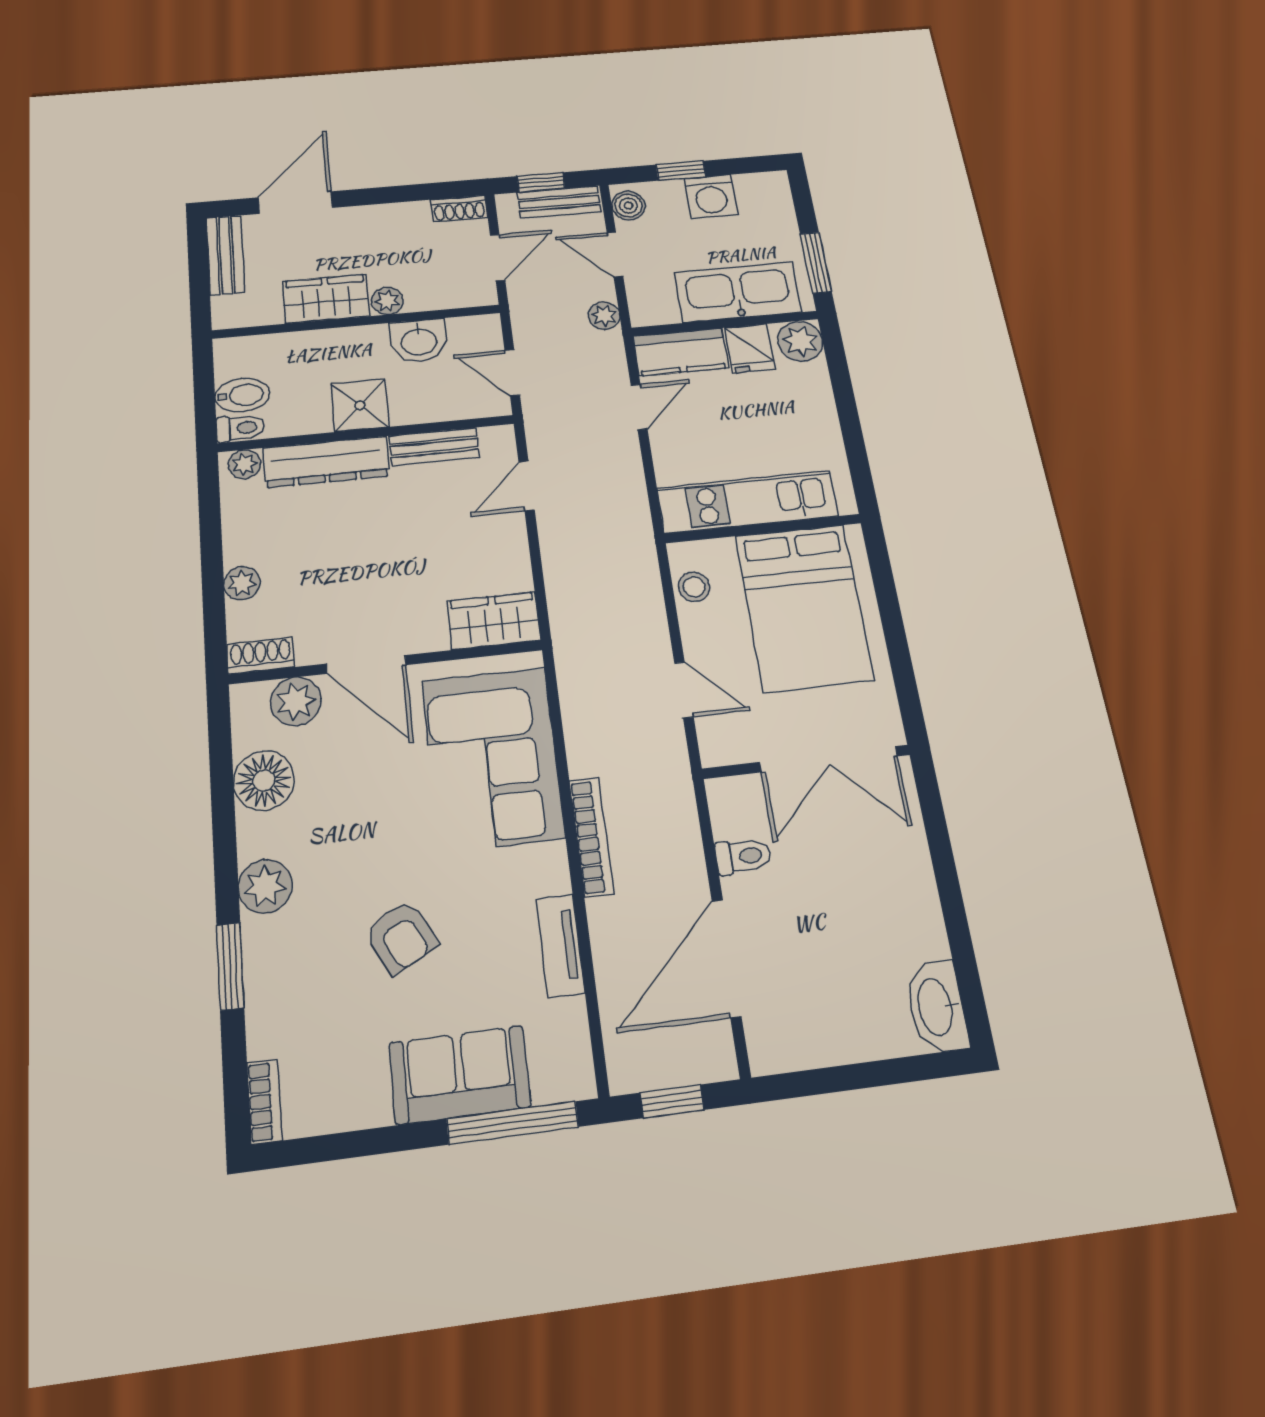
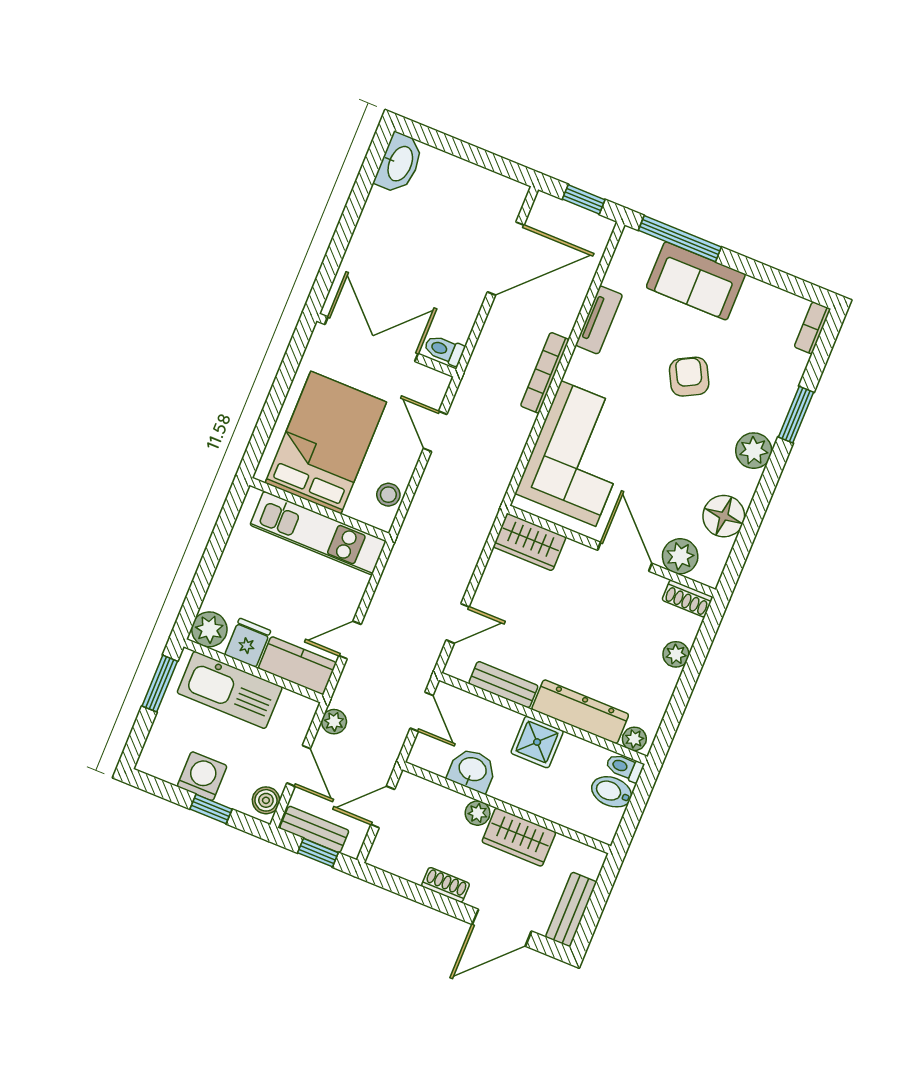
shoe rack: (459, 209) -> (446, 885), moved
toilet: (743, 856) -> (444, 350), moved

